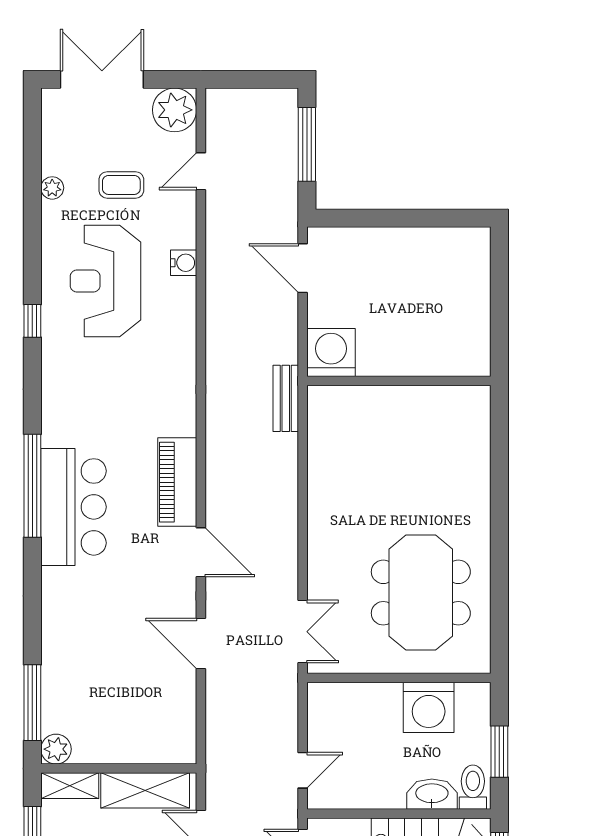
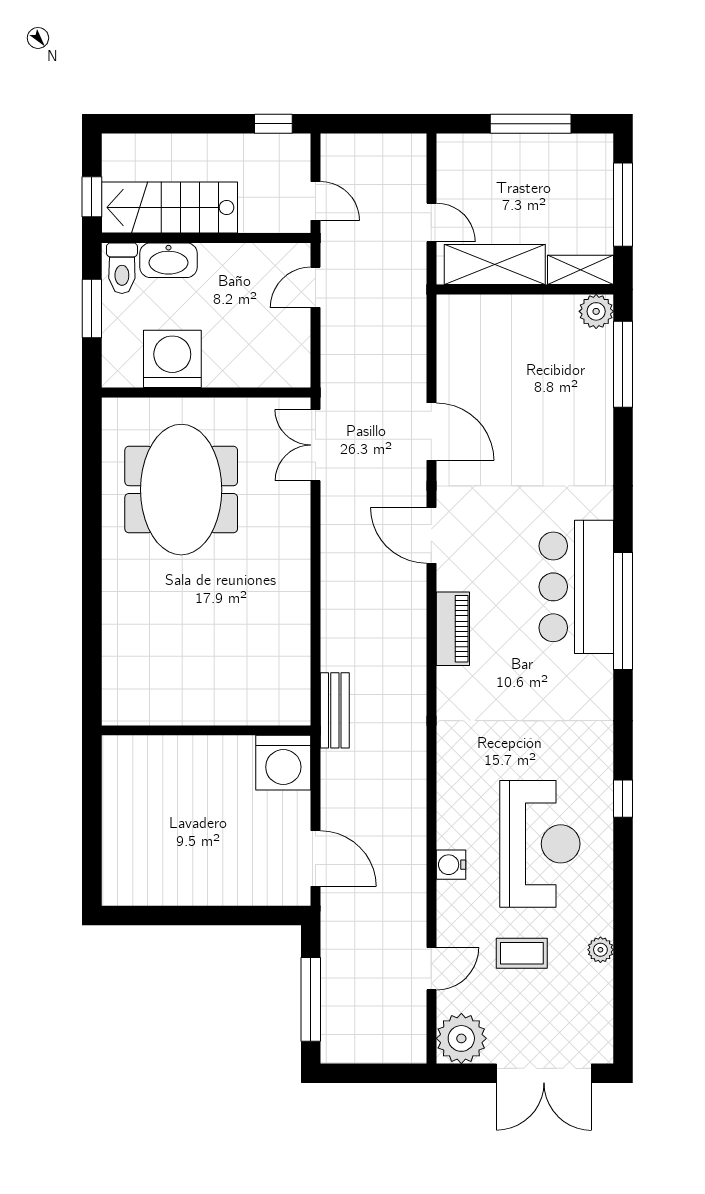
piano: (177, 482) -> (453, 629), width x0.73, depth x0.75

